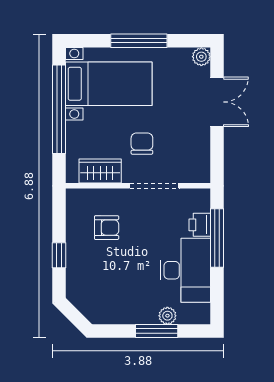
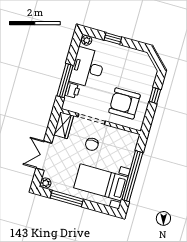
window: (139, 41) -> (67, 199), moved
wardrobe: (100, 171) -> (64, 125), moved, turned -90
armchair: (107, 228) -> (124, 103), width x1.88, depth x1.88
plant: (167, 316) -> (87, 40), moved
window: (157, 331) -> (113, 39), width x0.67

